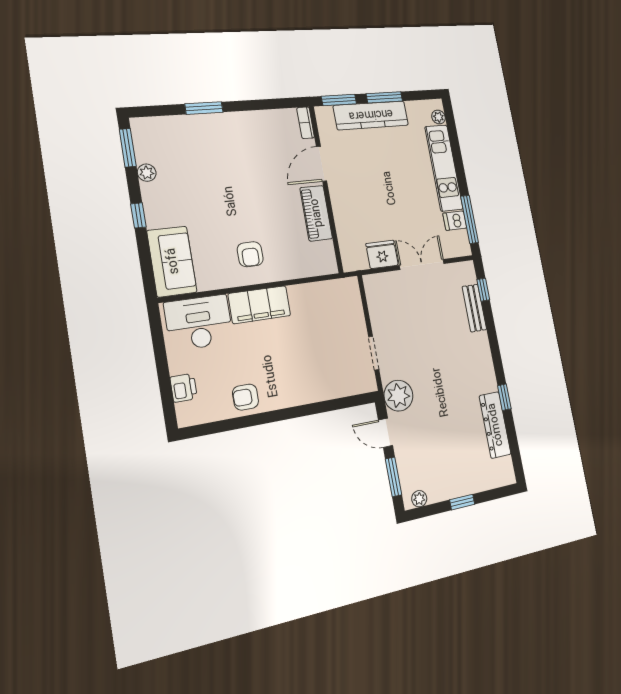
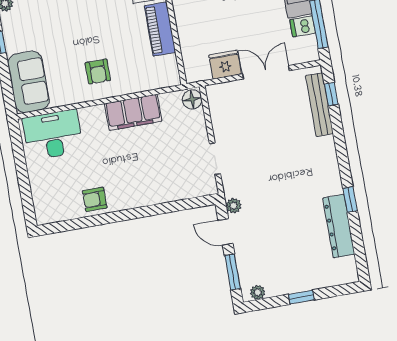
floor lamp: (350, 289) -> (192, 99), added
filing cabinet: (259, 305) -> (133, 112), moved
bench: (474, 308) -> (319, 105), width x1.36
printer: (184, 388) -> (41, 191), removed
plant: (398, 396) -> (234, 206), width x0.53, depth x0.53

